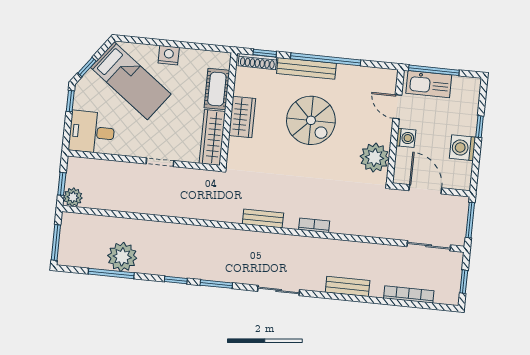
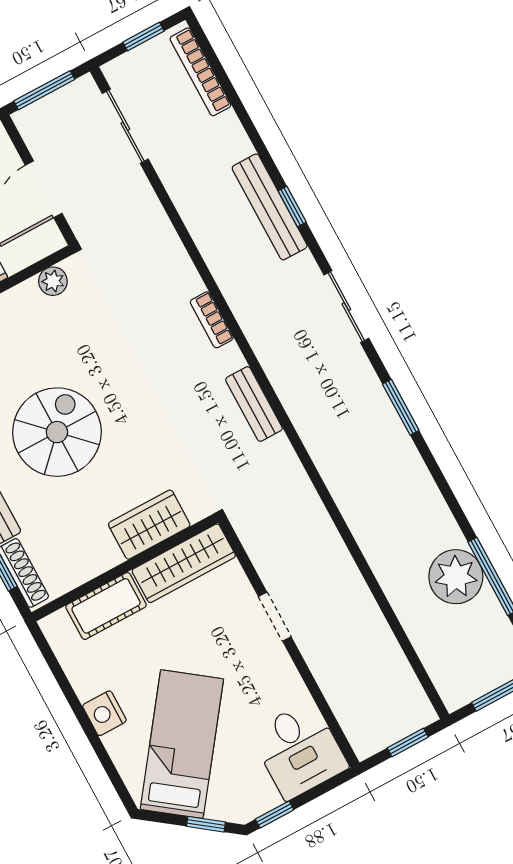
wardrobe: (242, 117) -> (149, 525), moved
plant: (375, 158) -> (53, 281), width x0.53, depth x0.53
plant: (73, 197) -> (417, 712), removed
window: (176, 280) -> (292, 207), moved
bench: (348, 286) -> (270, 207), width x1.36
bookcase: (409, 294) -> (200, 72), moved

